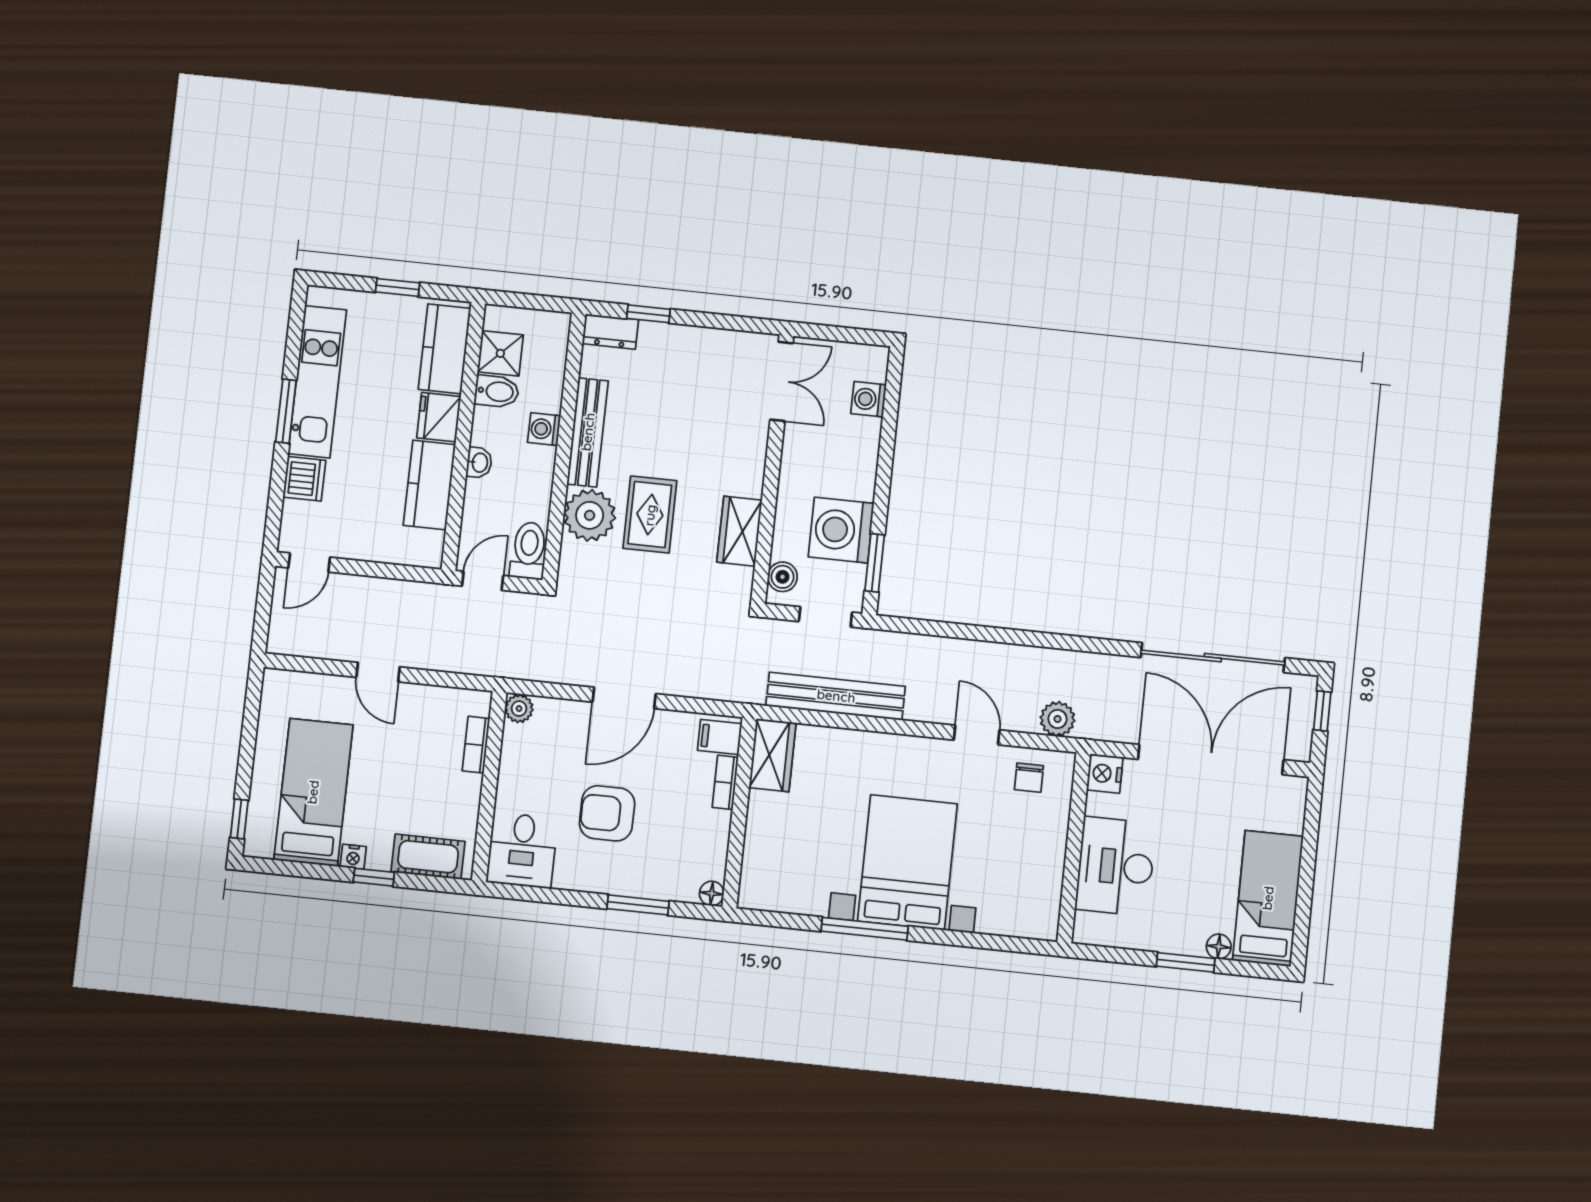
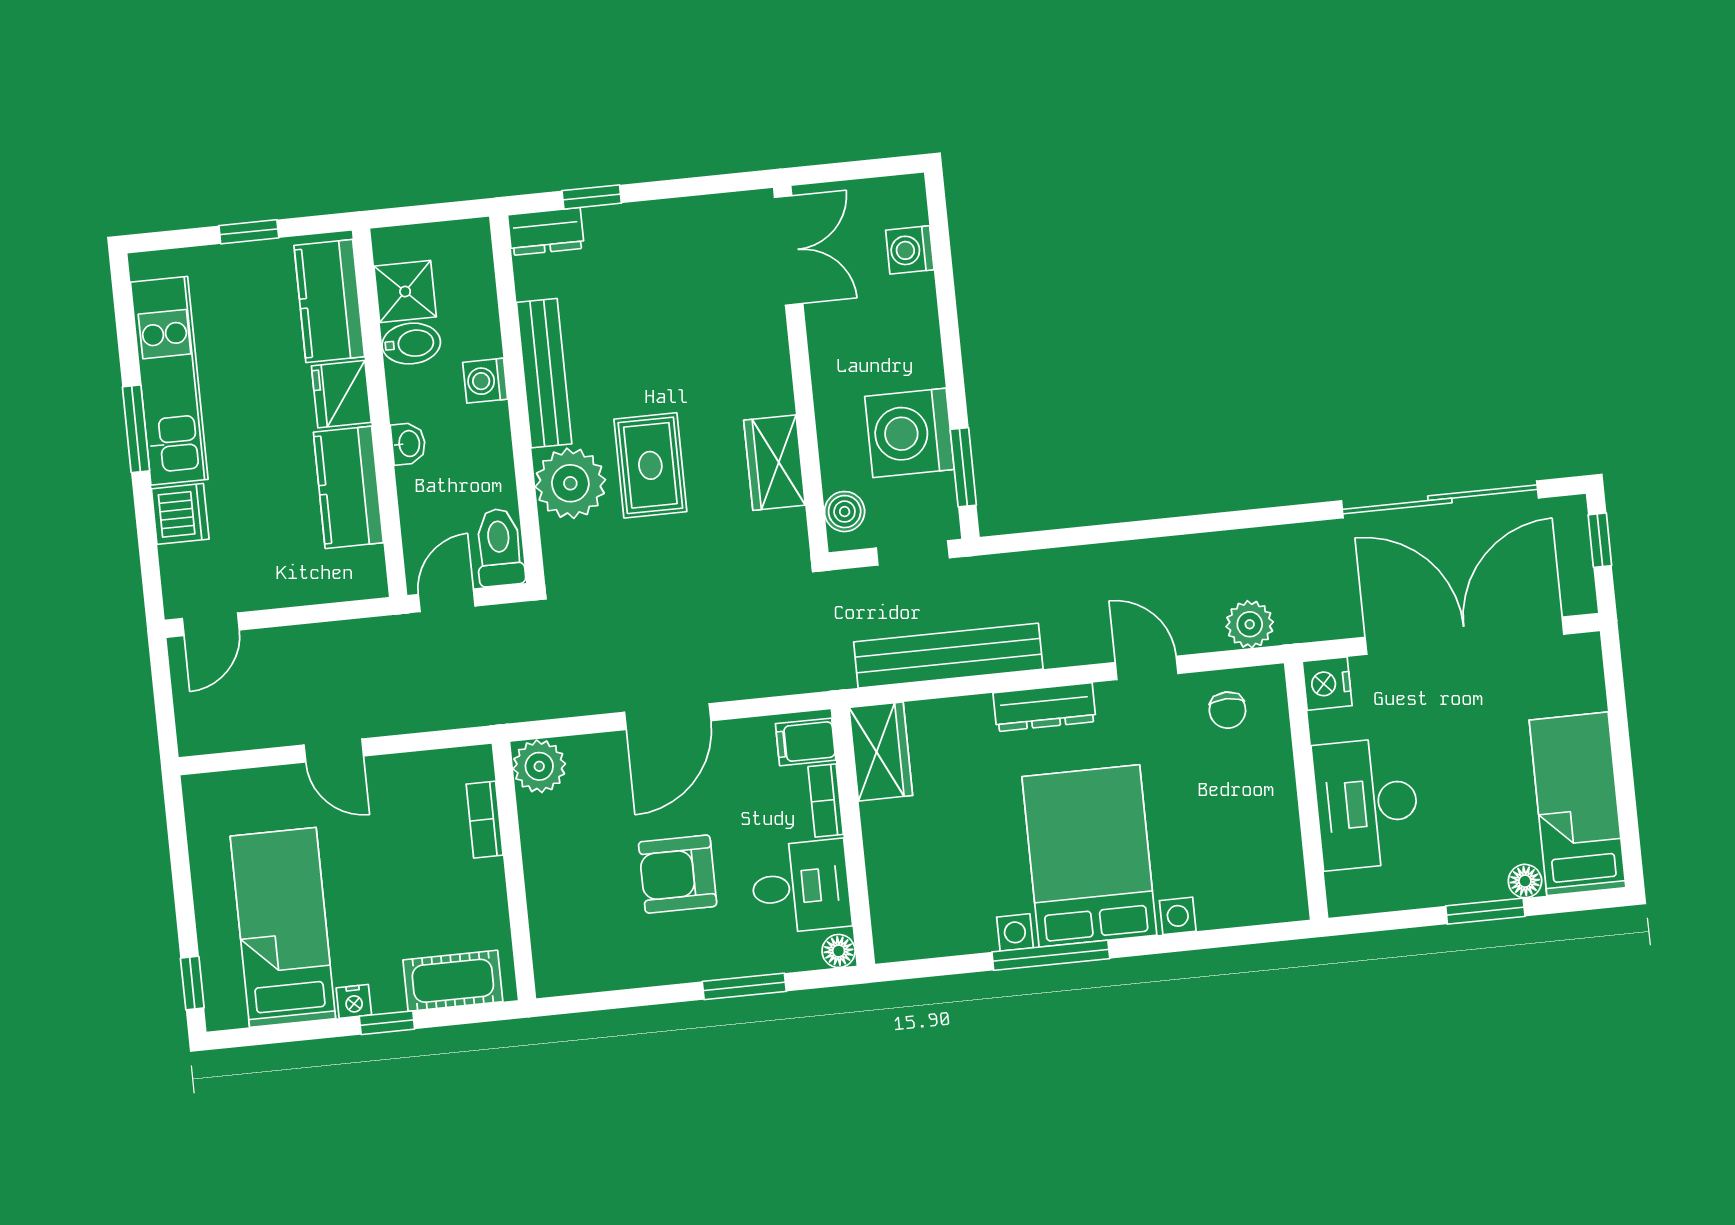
plant: (519, 709) -> (539, 766), width x1.38, depth x1.38
dresser: (897, 748) -> (1045, 707), added
desk: (522, 850) -> (801, 887), moved, turned -90

